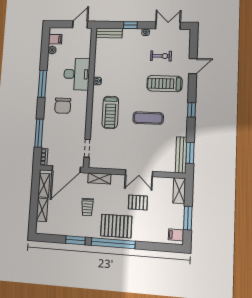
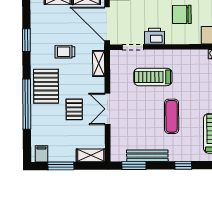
treadmill: (110, 112) -> (153, 77), moved
printer: (79, 129) -> (155, 36), added
bench: (181, 155) -> (147, 156), moved
window: (113, 243) -> (27, 104), moved

